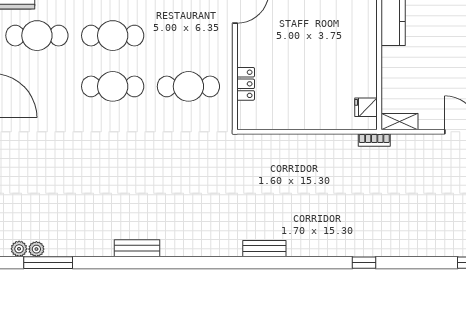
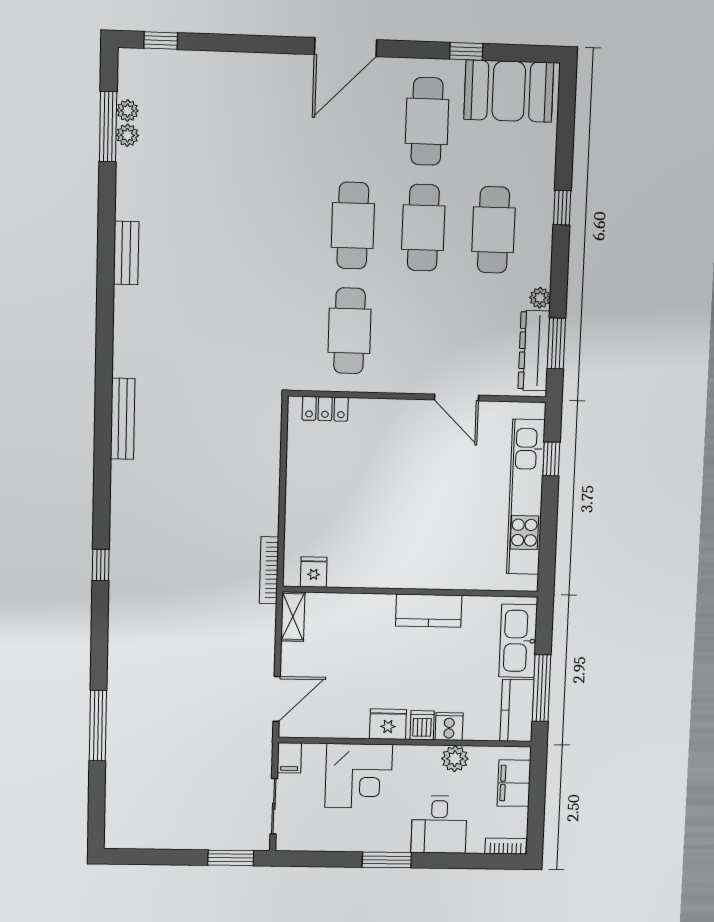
locker: (246, 84) -> (325, 409), moved
bookcase: (374, 140) -> (269, 570), width x1.56
plant: (19, 249) -> (127, 135), moved
bench: (264, 249) -> (123, 419), width x1.36

